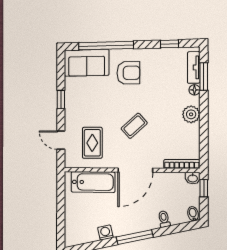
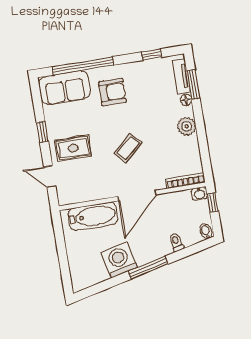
rug: (92, 143) -> (73, 148), moved, turned 90
washing machine: (105, 233) -> (119, 260), width x1.89, depth x1.89

